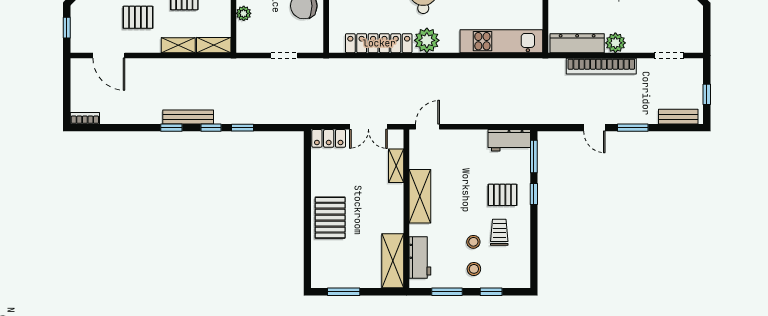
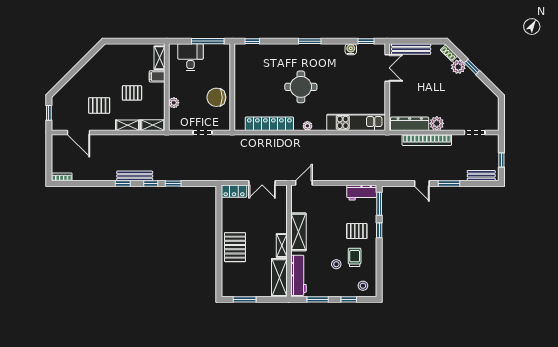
plant: (427, 40) -> (307, 126), width x0.53, depth x0.53
shelving: (396, 166) -> (282, 246), moved
workbench: (420, 258) -> (298, 275), width x1.37
stool: (474, 269) -> (363, 286), moved

